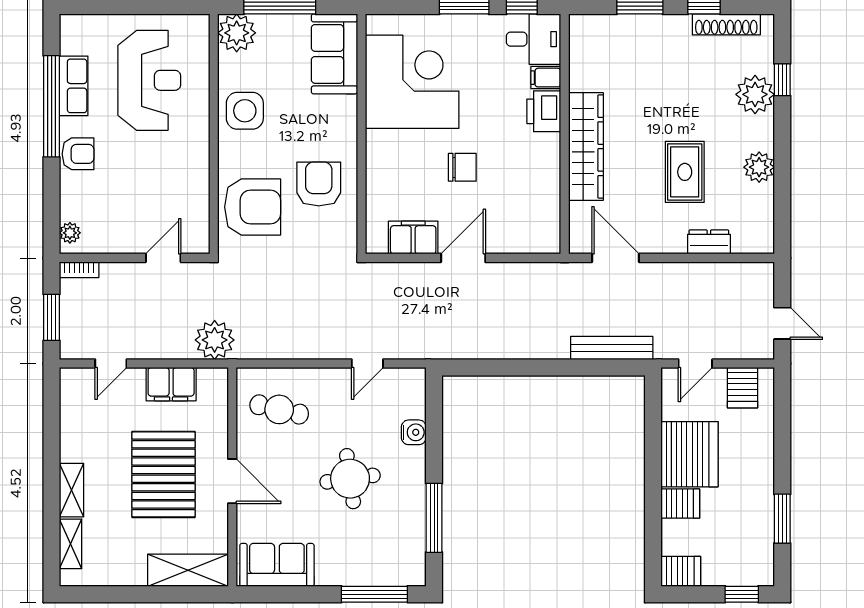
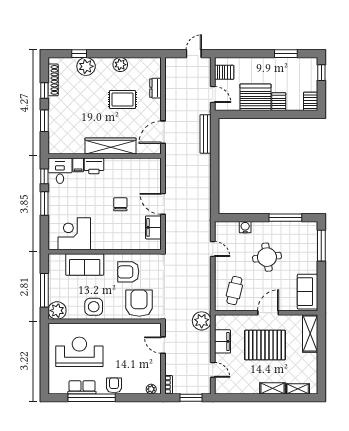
sofa: (334, 54) -> (85, 265), moved
corner desk: (412, 82) -> (74, 234), width x0.74, depth x0.74

